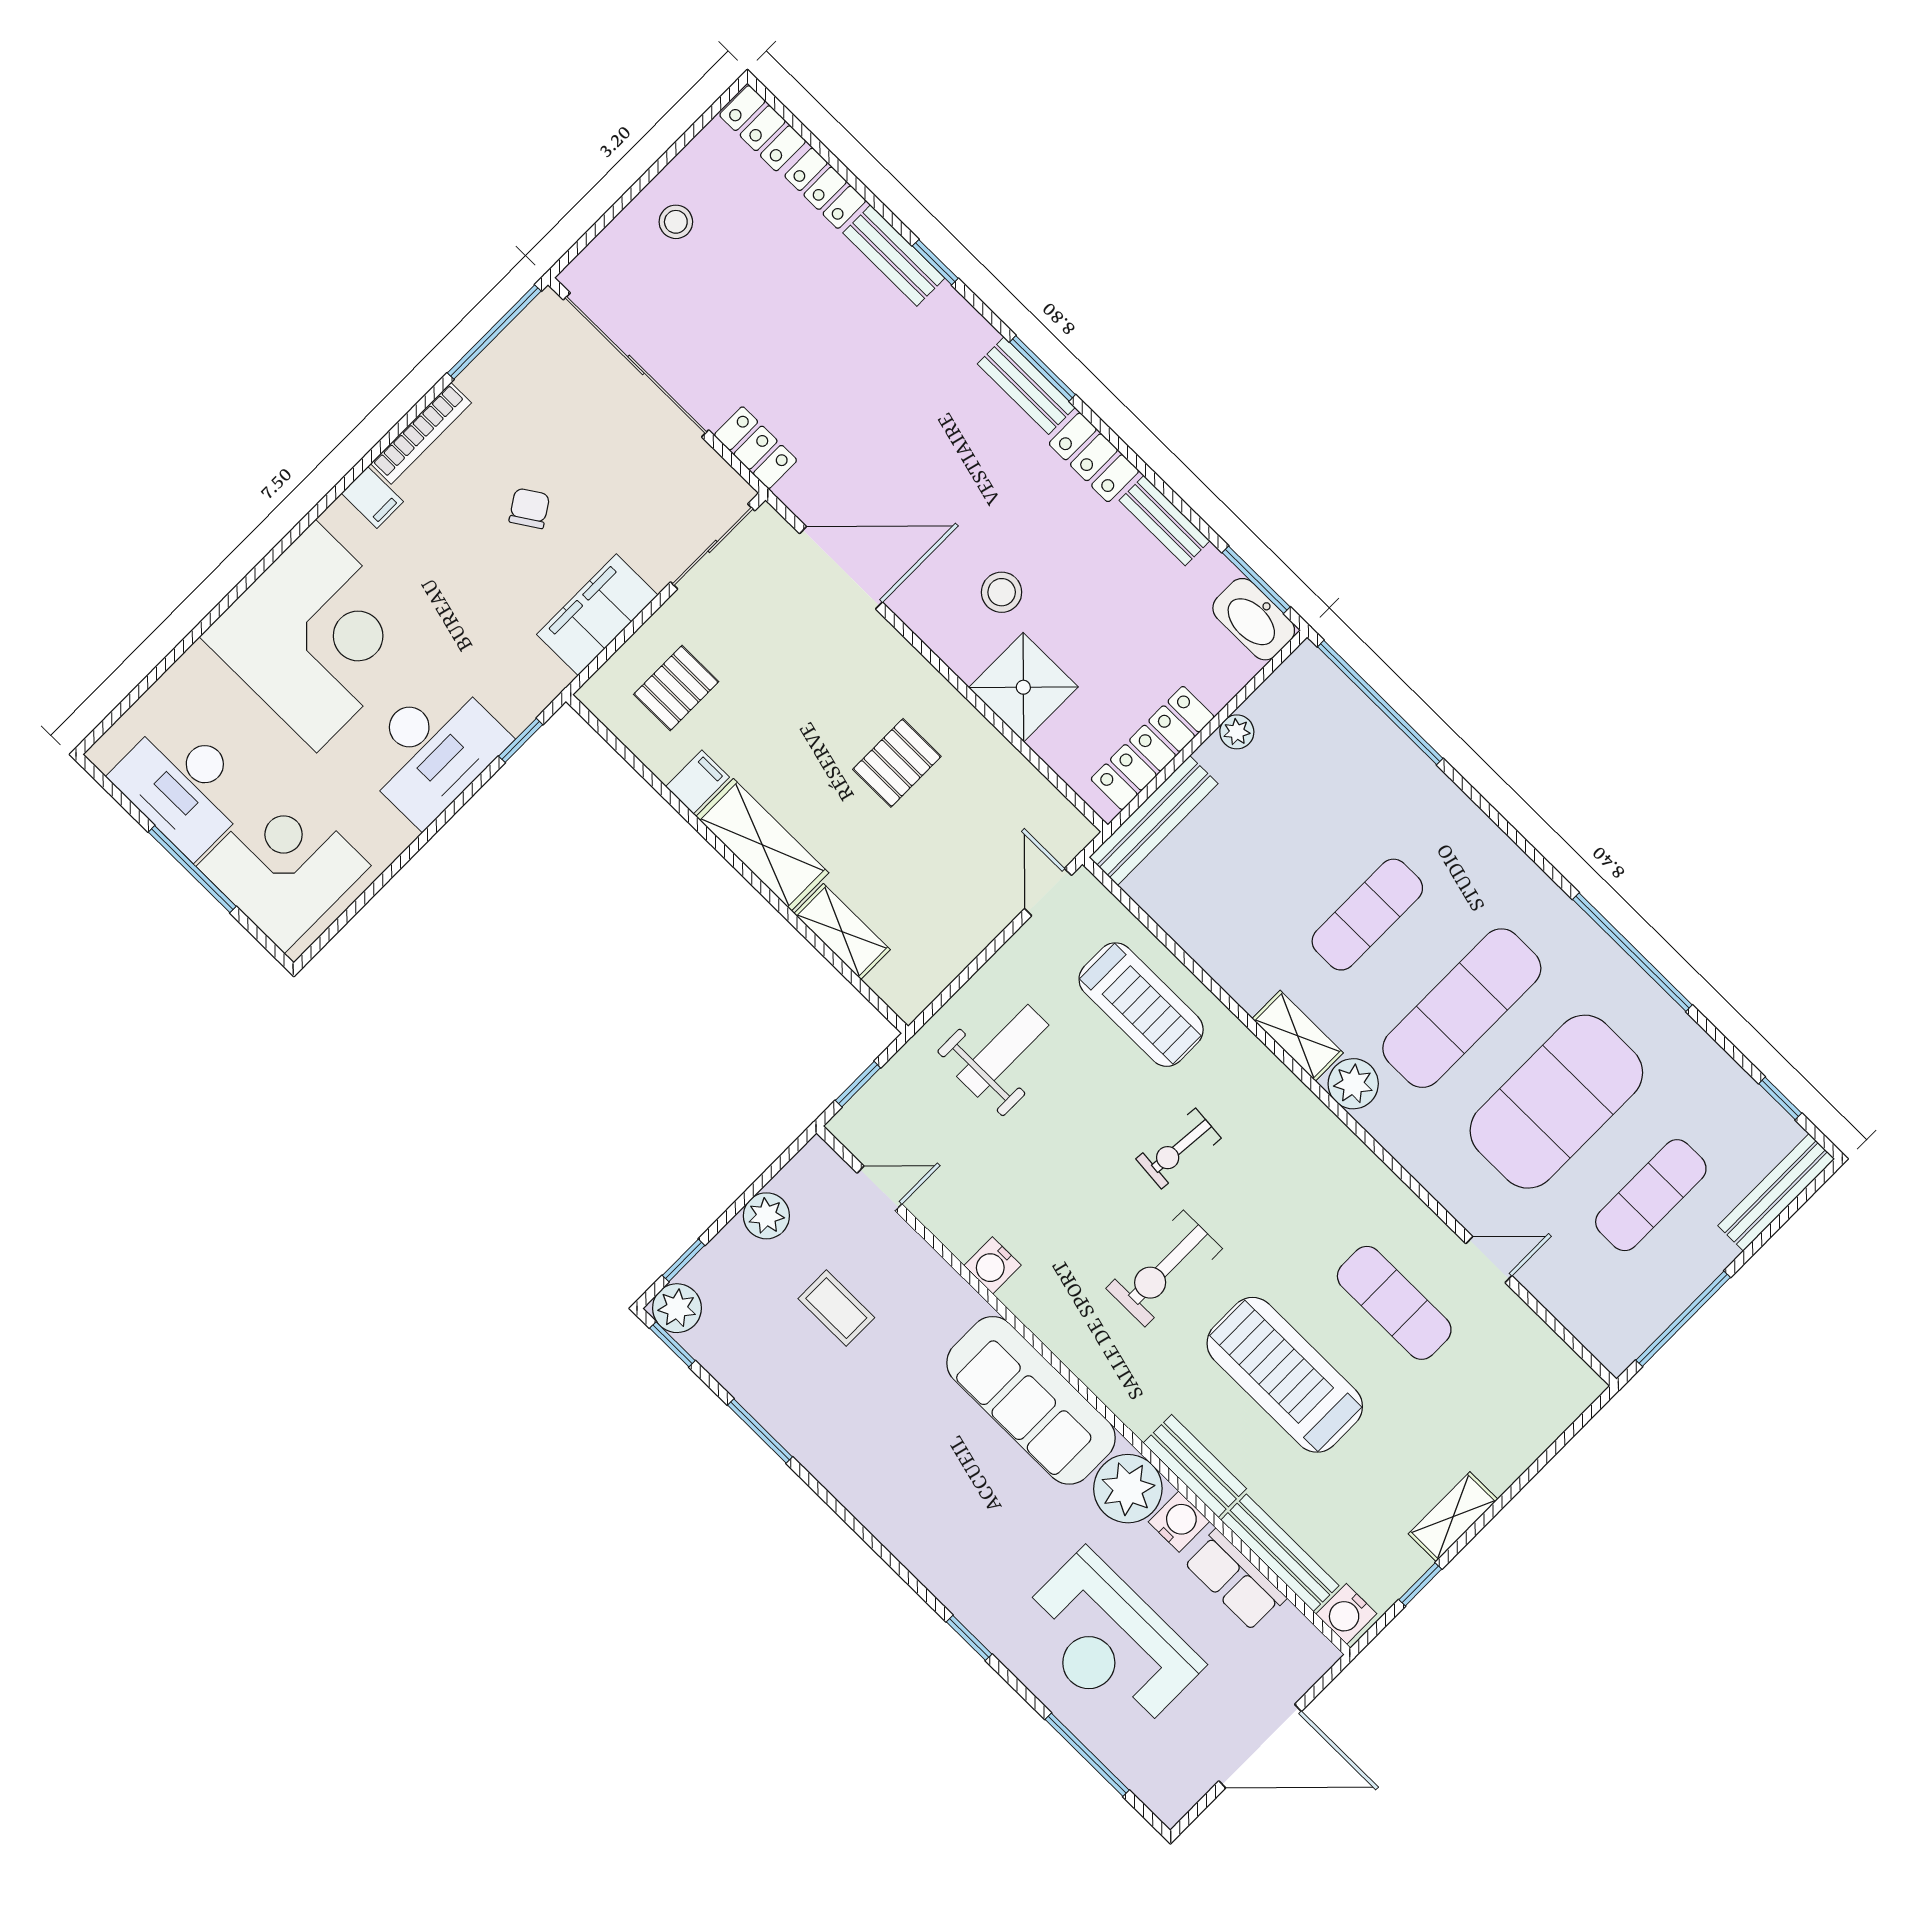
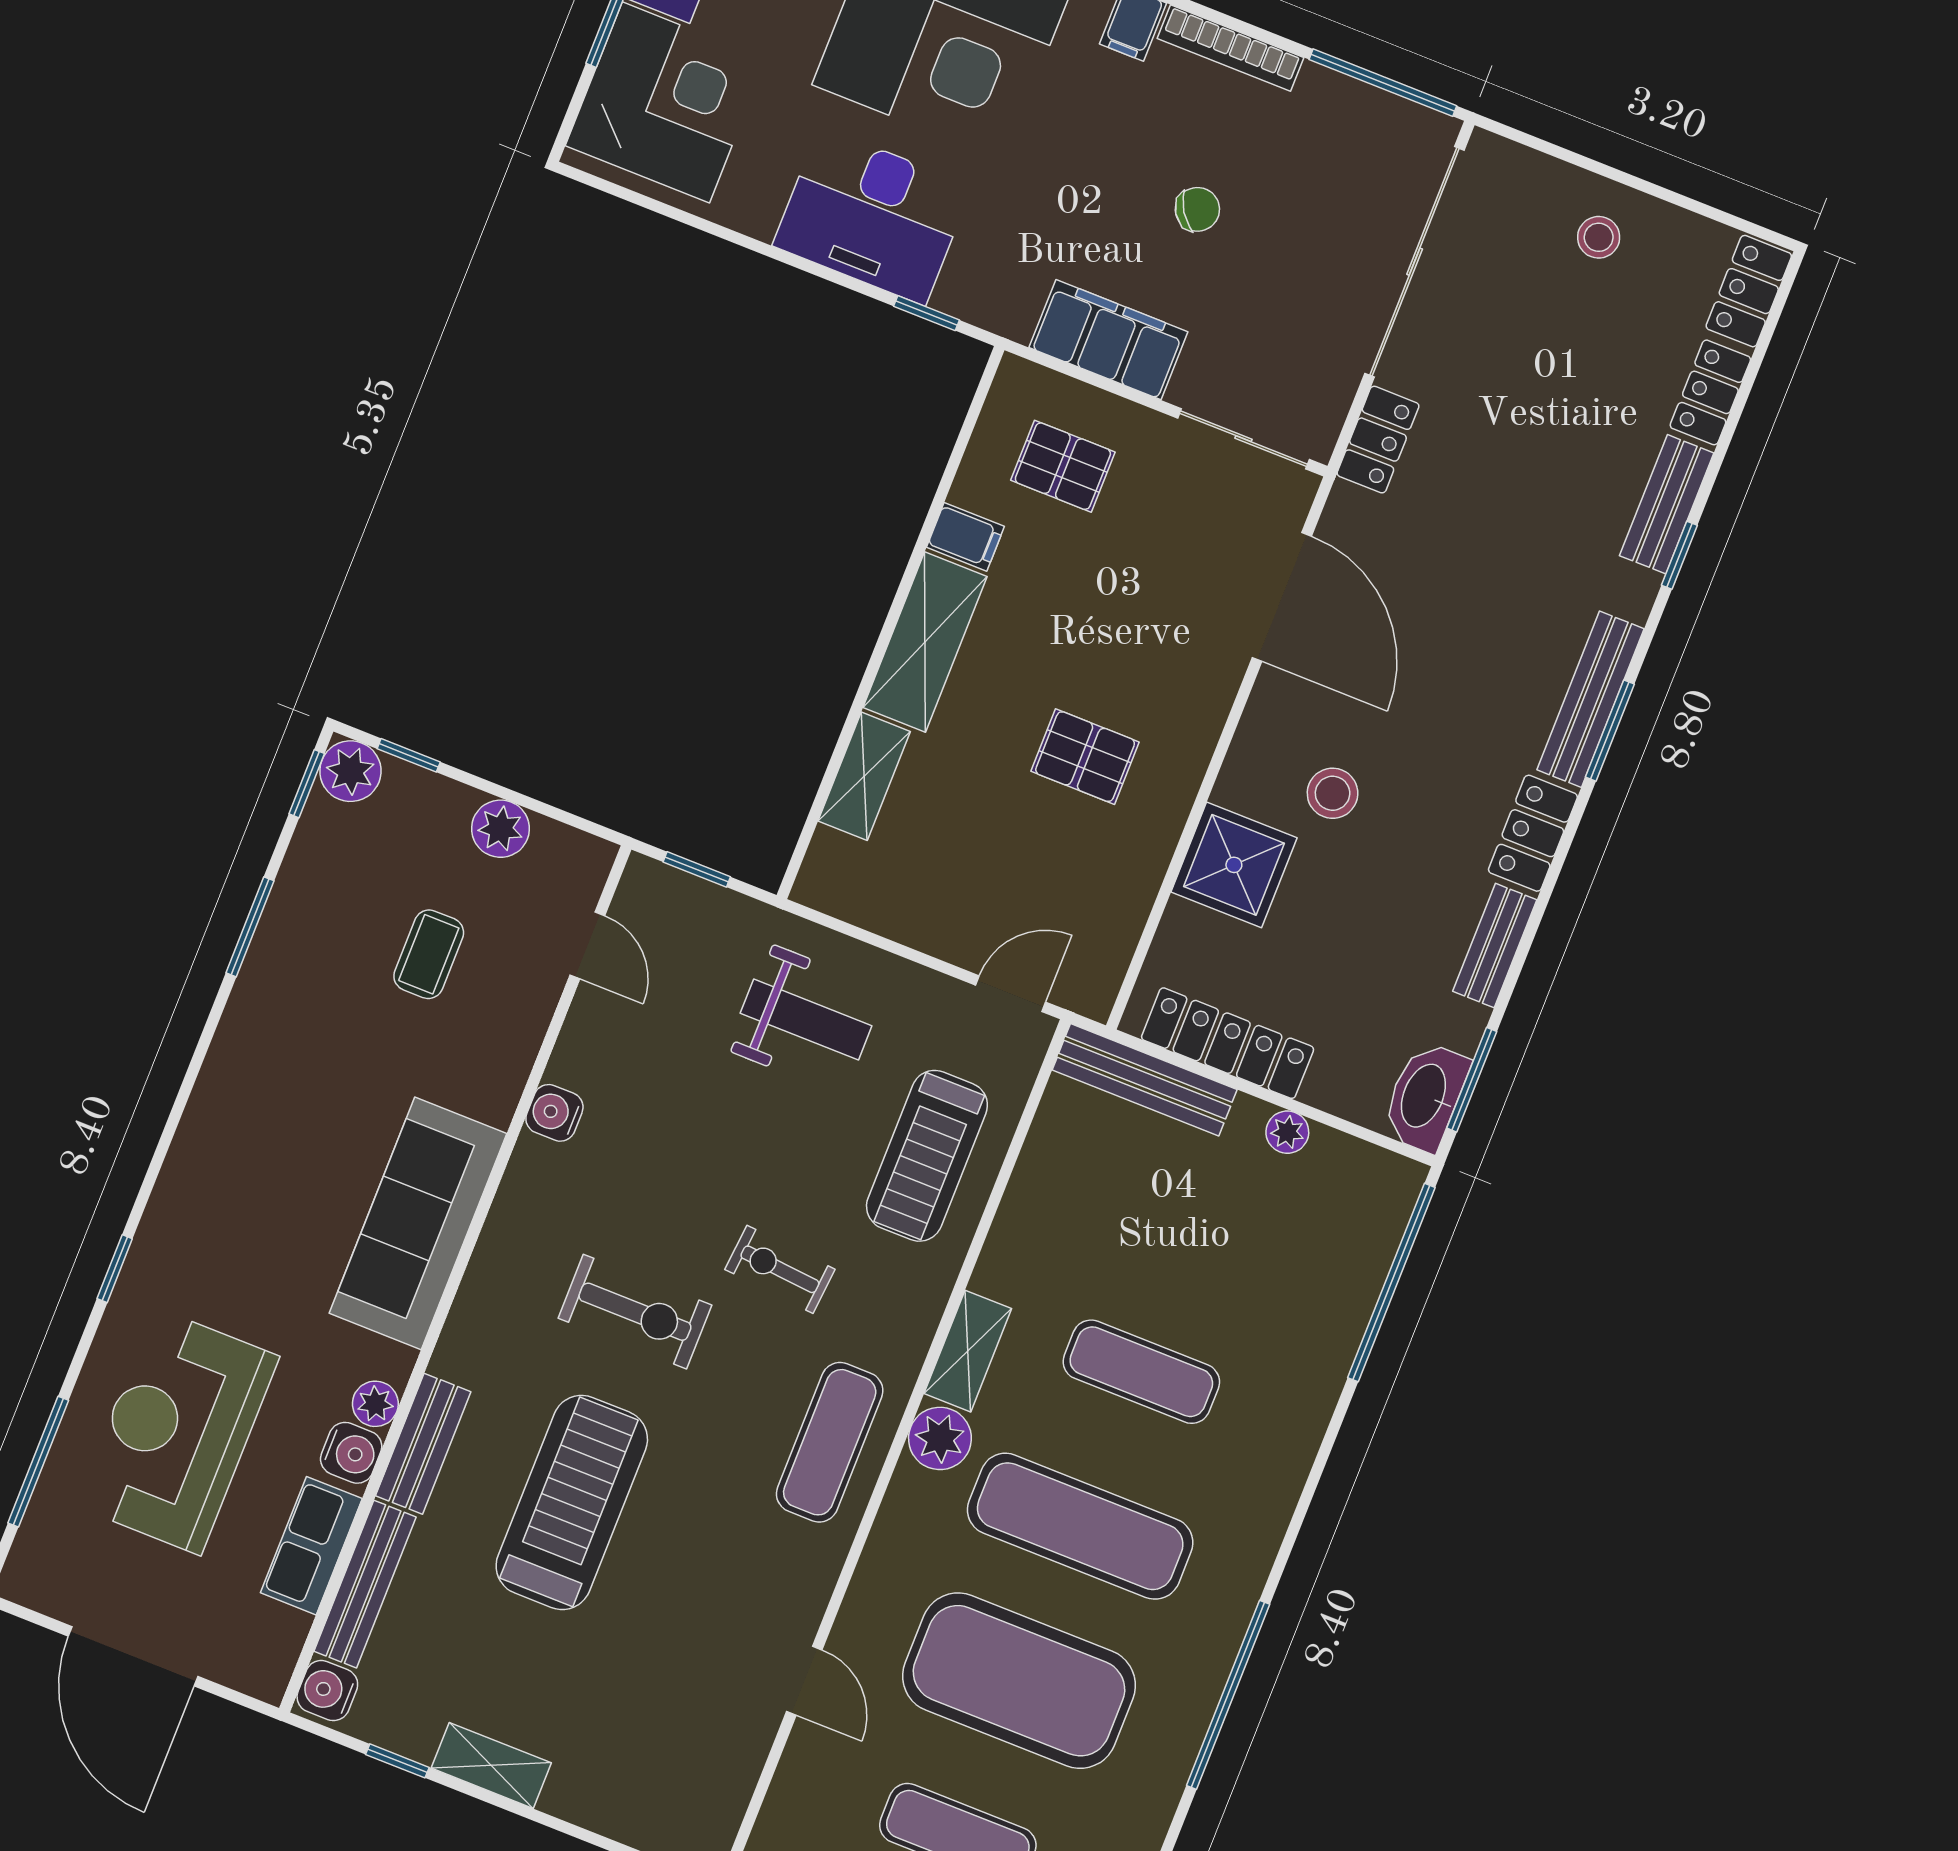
bench: (1026, 386) -> (1590, 699), width x1.36
exercise bike: (1164, 1268) -> (635, 1312), turned 180
exercise mat: (1394, 1303) -> (830, 1442), moved
plant: (1128, 1489) -> (375, 1404), width x0.53, depth x0.53

